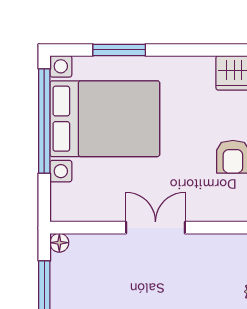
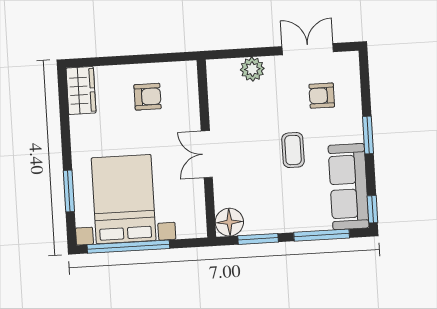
floor lamp: (59, 243) -> (229, 222), width x1.89, depth x1.89

